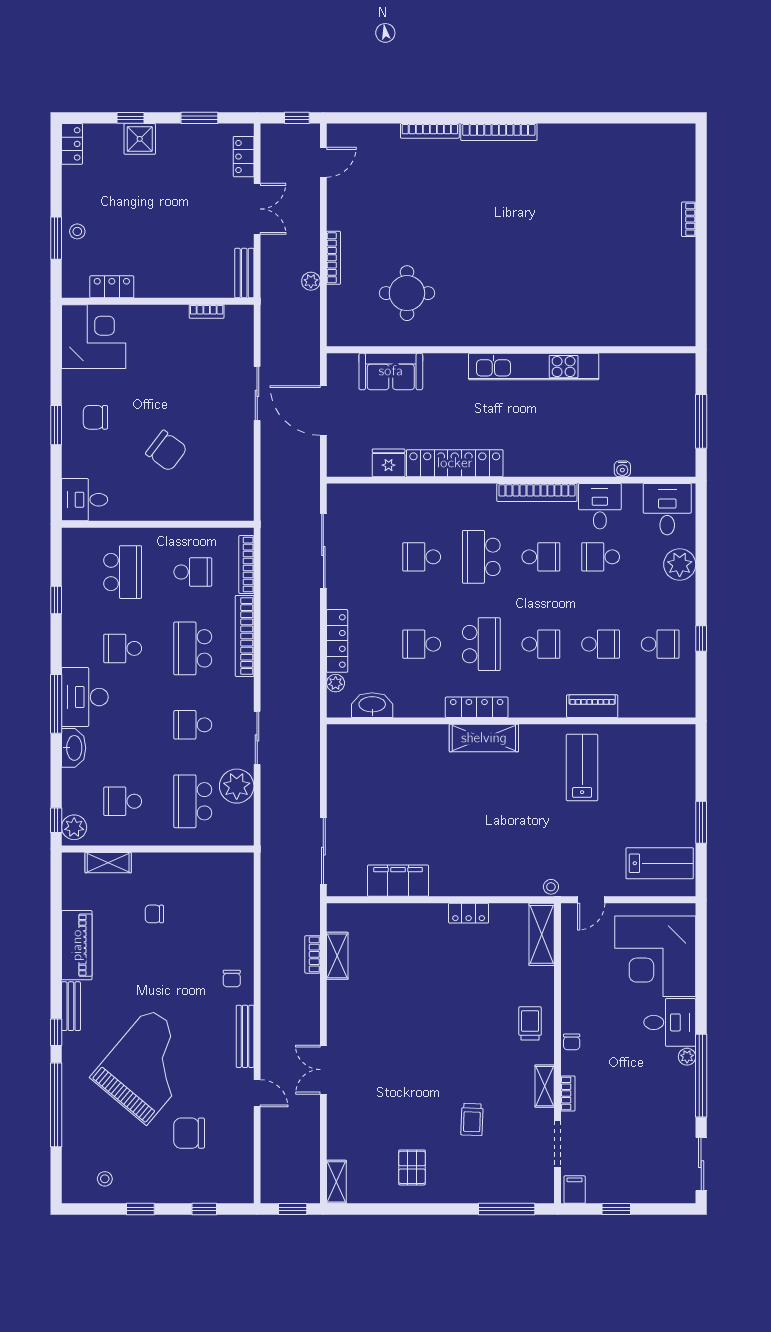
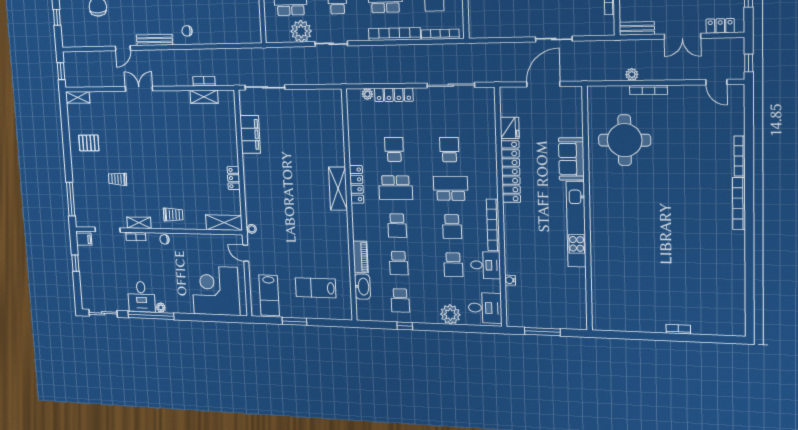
round table: (407, 293) -> (625, 140), width x1.36, depth x1.36
sofa: (391, 371) -> (571, 159), moved
school desk: (601, 557) -> (453, 265), turned 180
washbasin: (372, 705) -> (362, 287), moved
lab bench: (582, 767) -> (316, 288), moved, turned 180
desk: (670, 1022) -> (141, 297), moved

